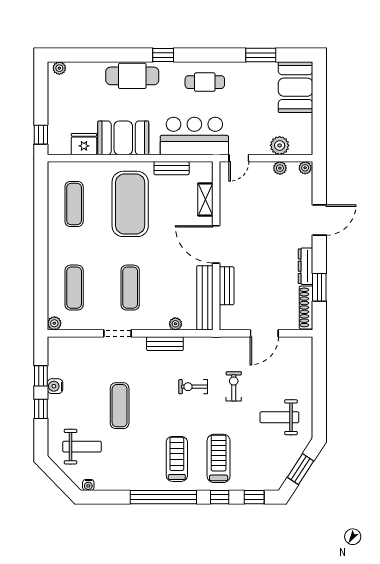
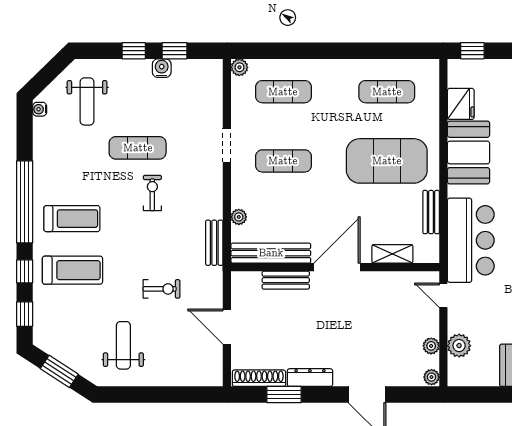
bench: (165, 344) -> (214, 243), moved
exercise bike: (193, 387) -> (152, 193), moved

